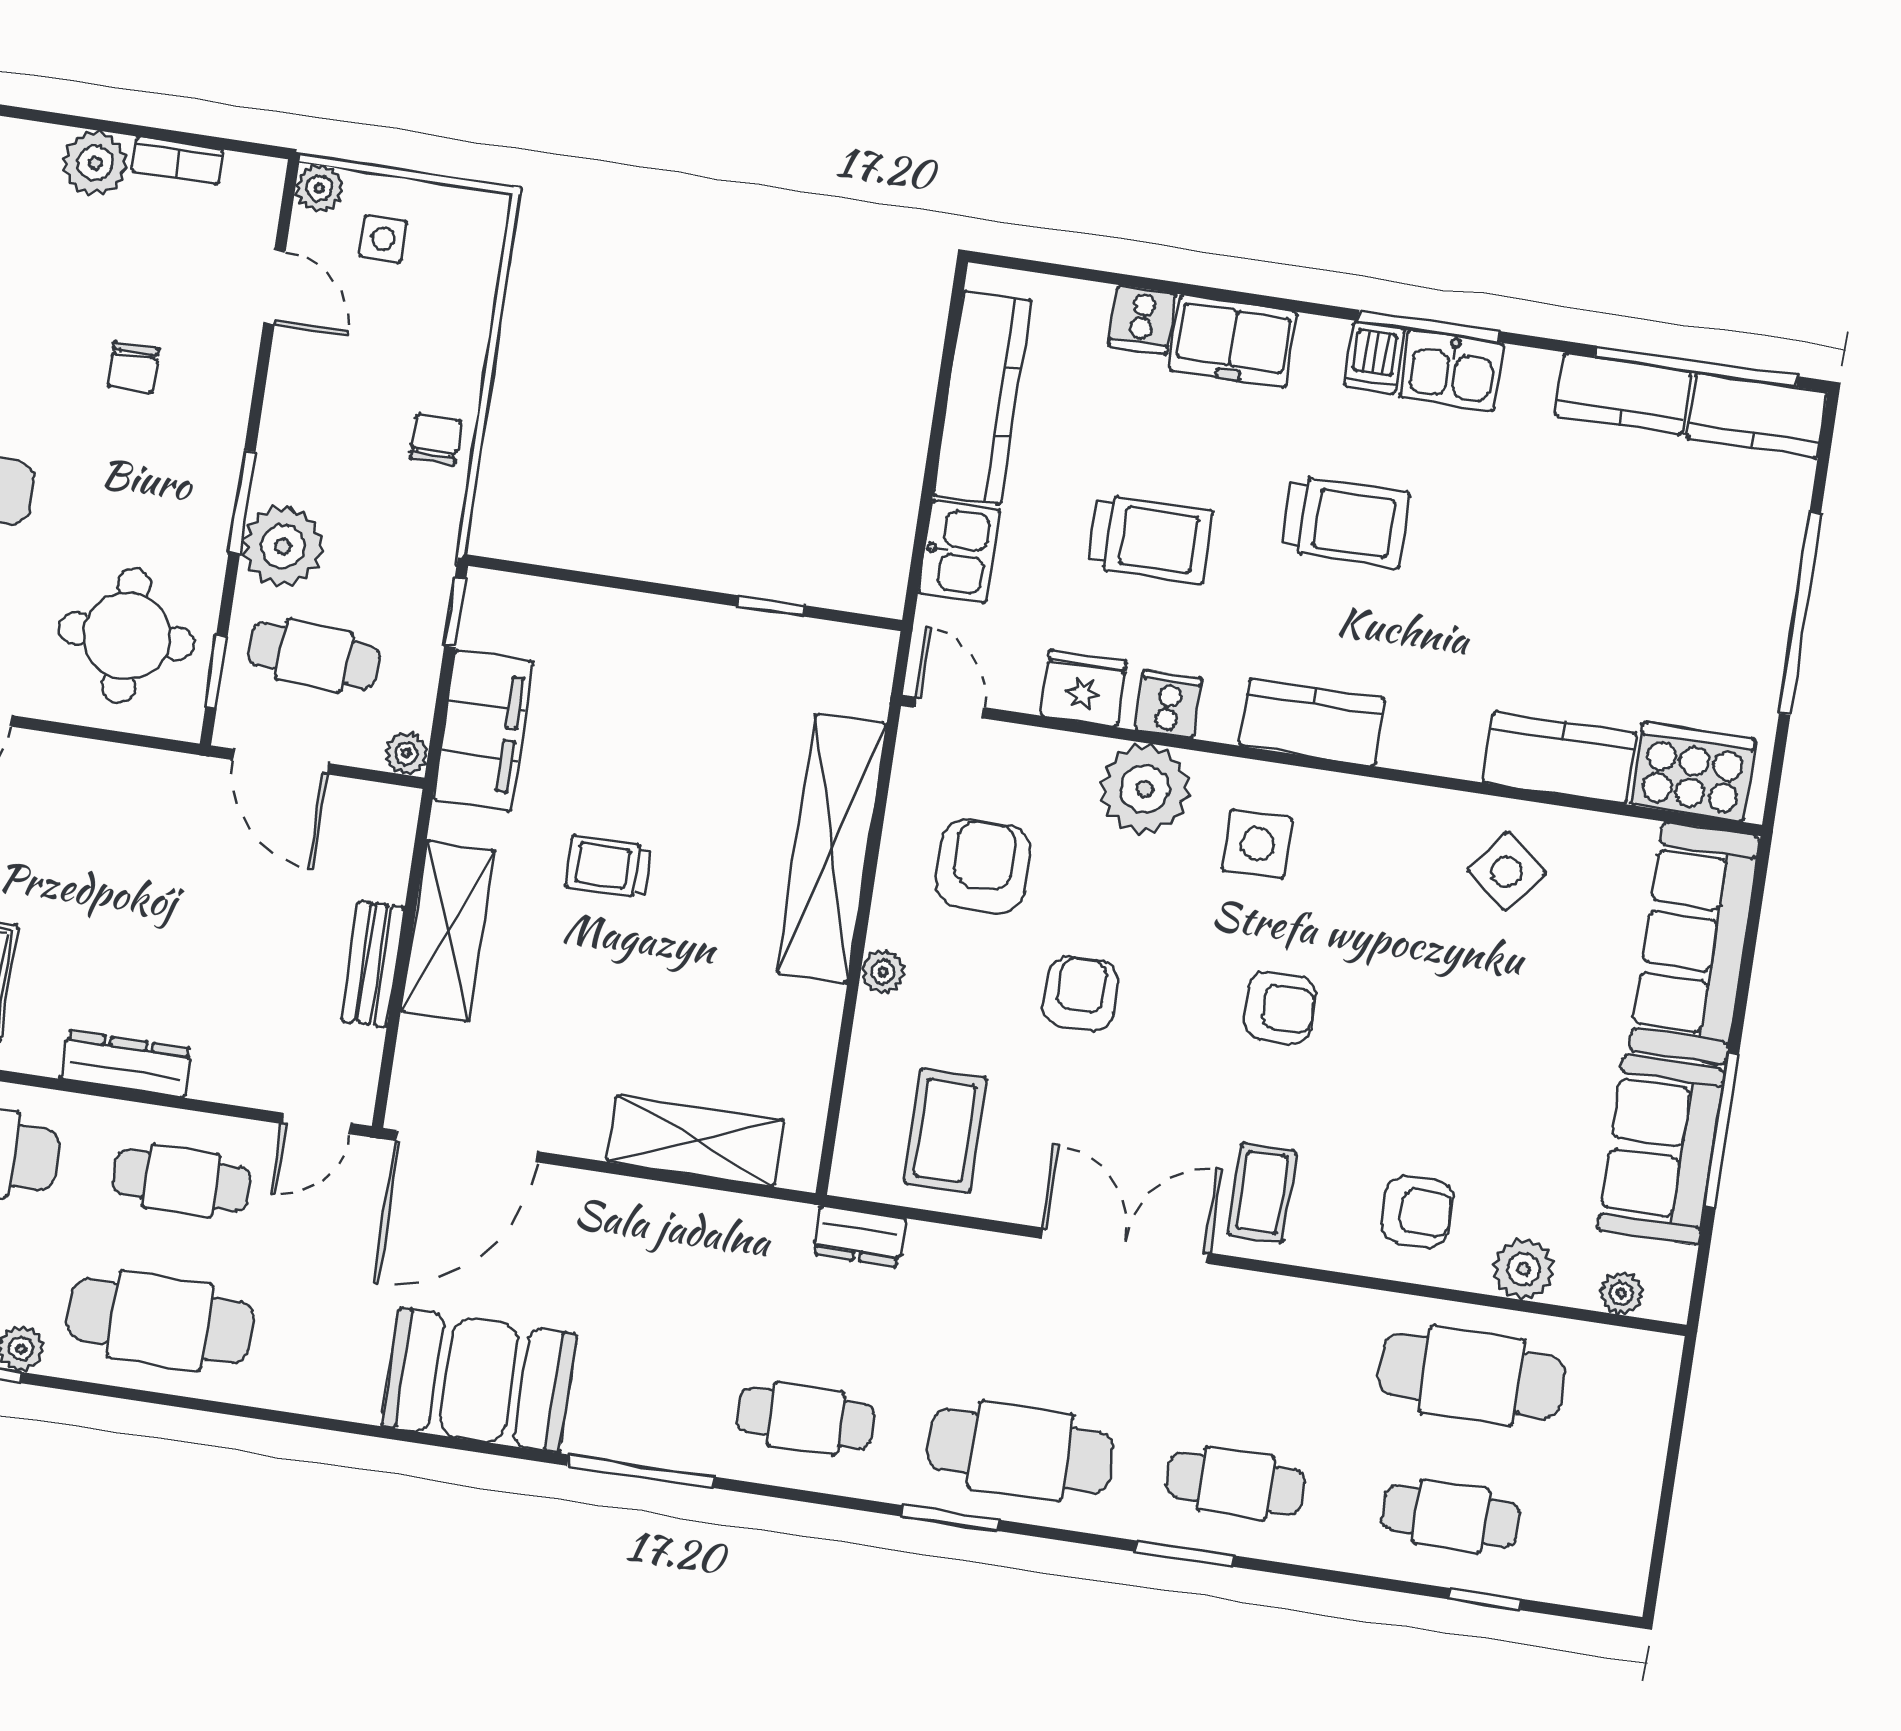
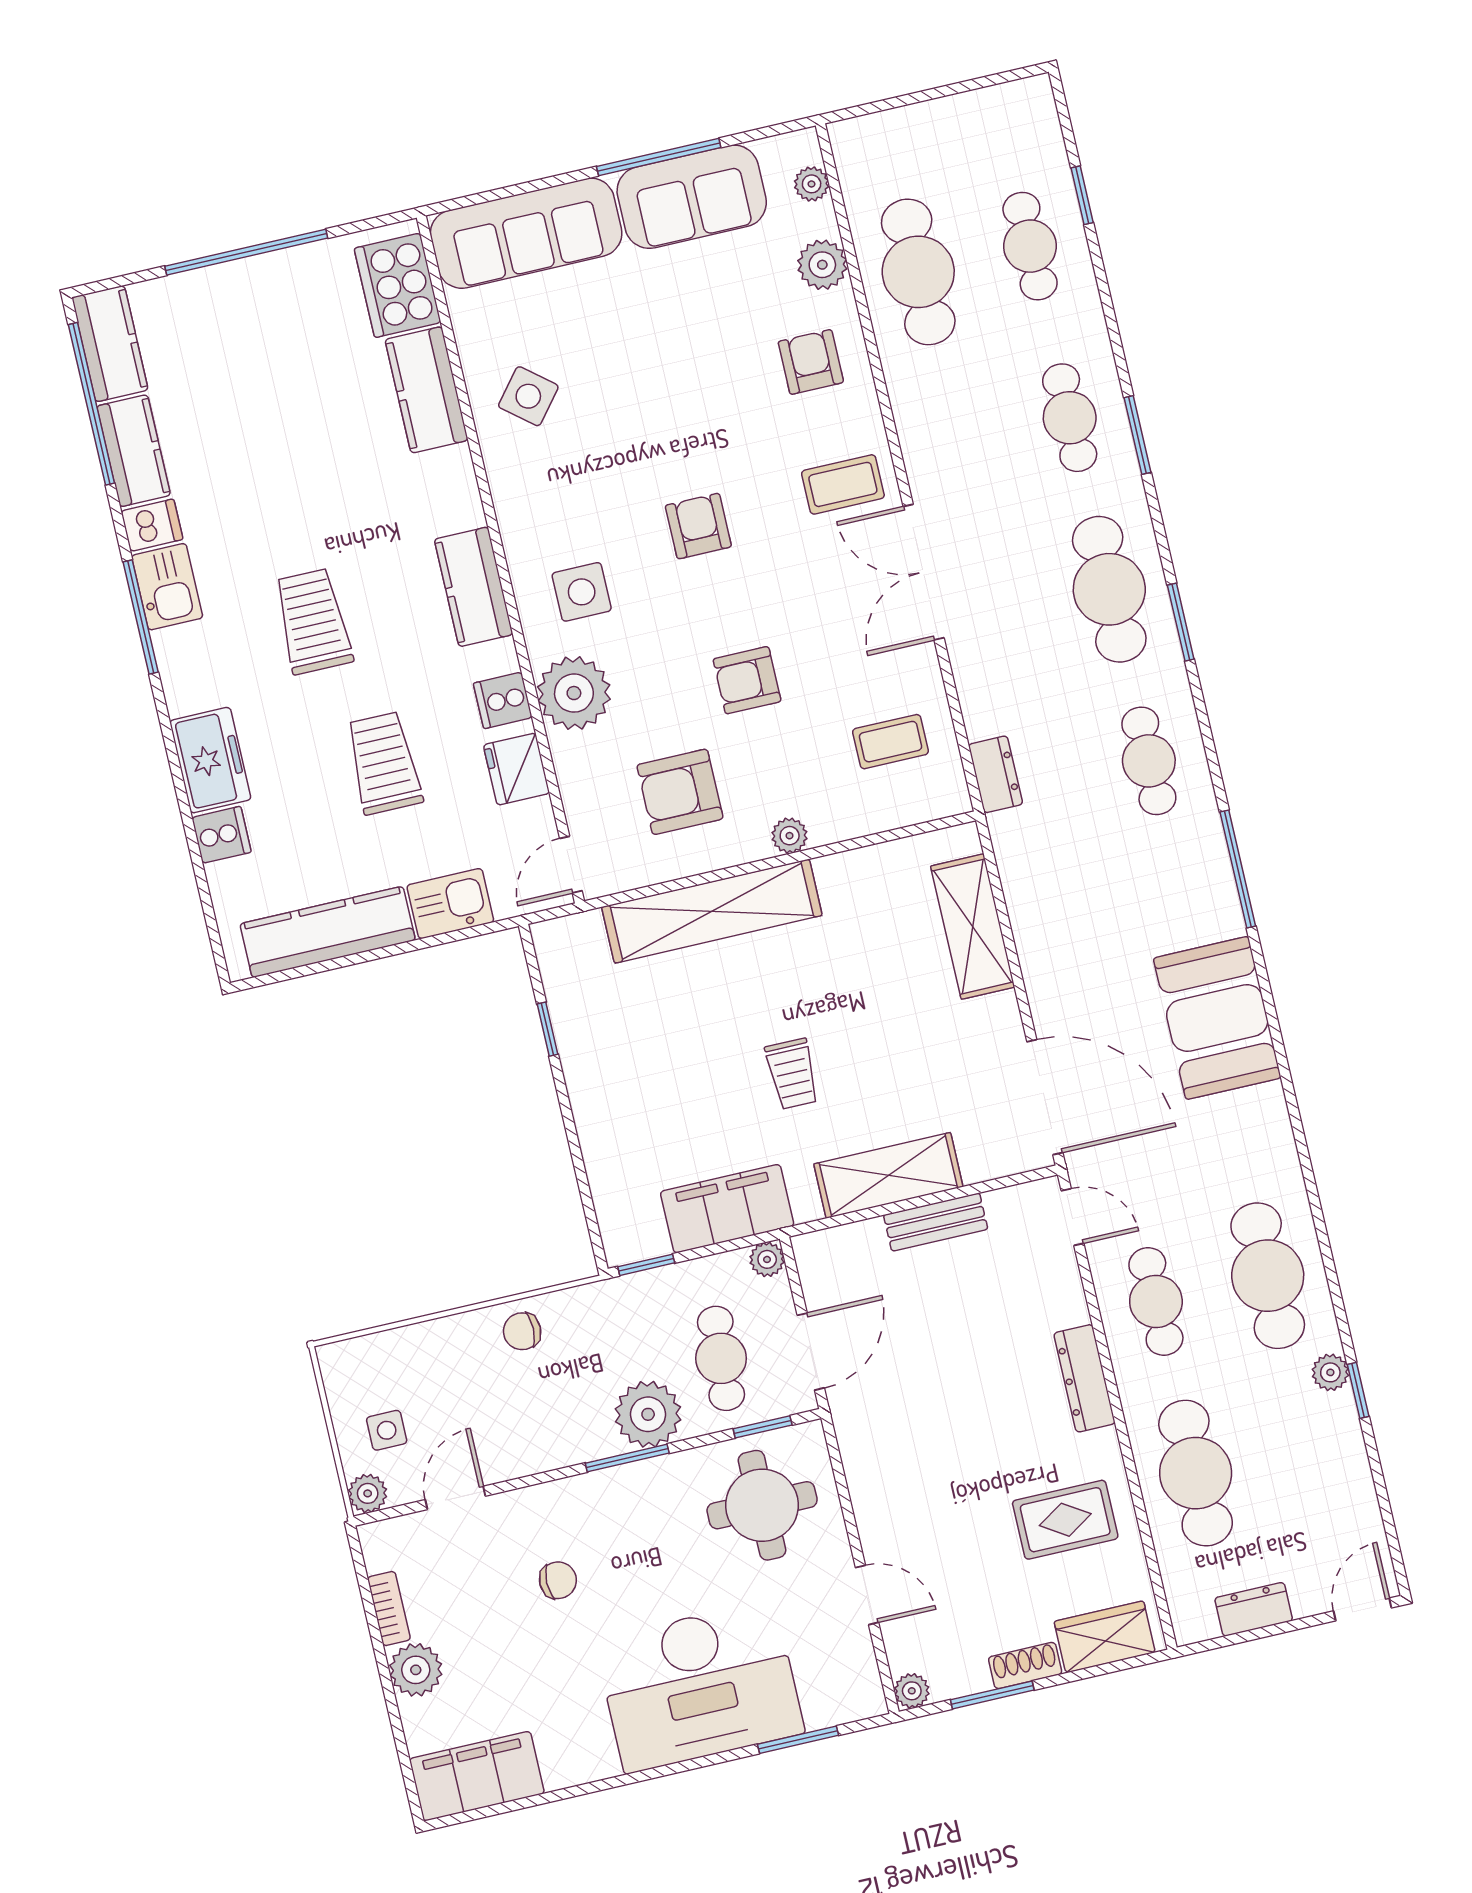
dishwasher: (1375, 357) -> (152, 525), moved
coffee table: (945, 1131) -> (890, 742), width x0.73, depth x0.77

